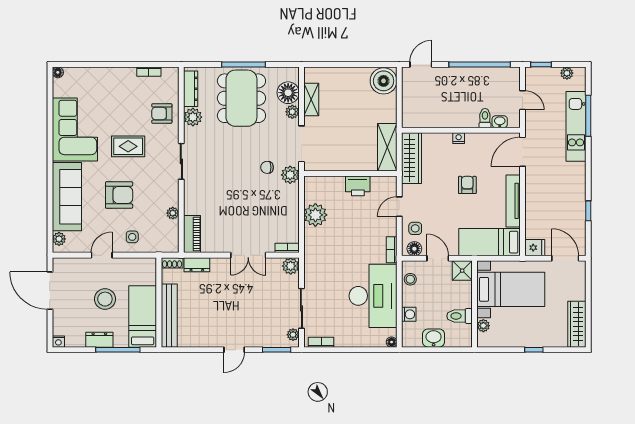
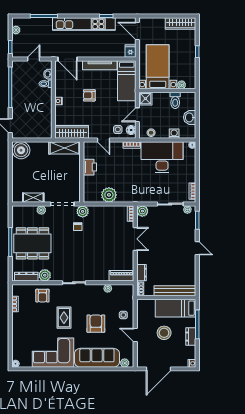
floor lamp: (288, 93) -> (29, 213), removed
kitchen unit: (576, 126) -> (84, 24), moved, width x1.36
door: (565, 258) -> (137, 31), hinge flipped

